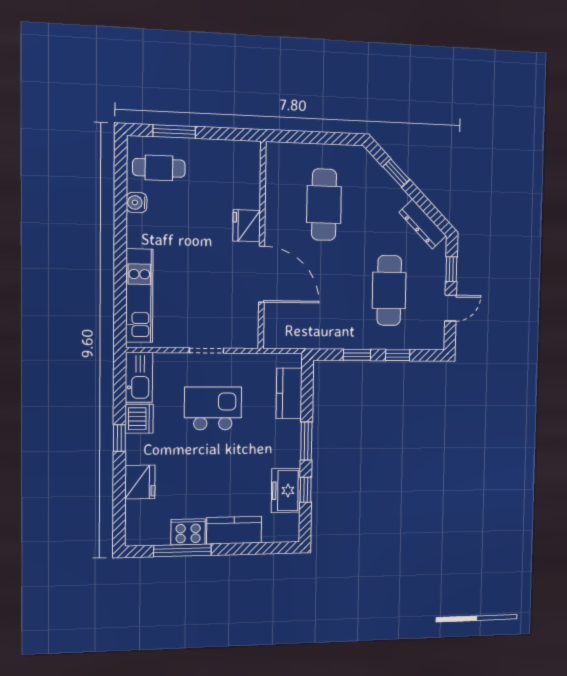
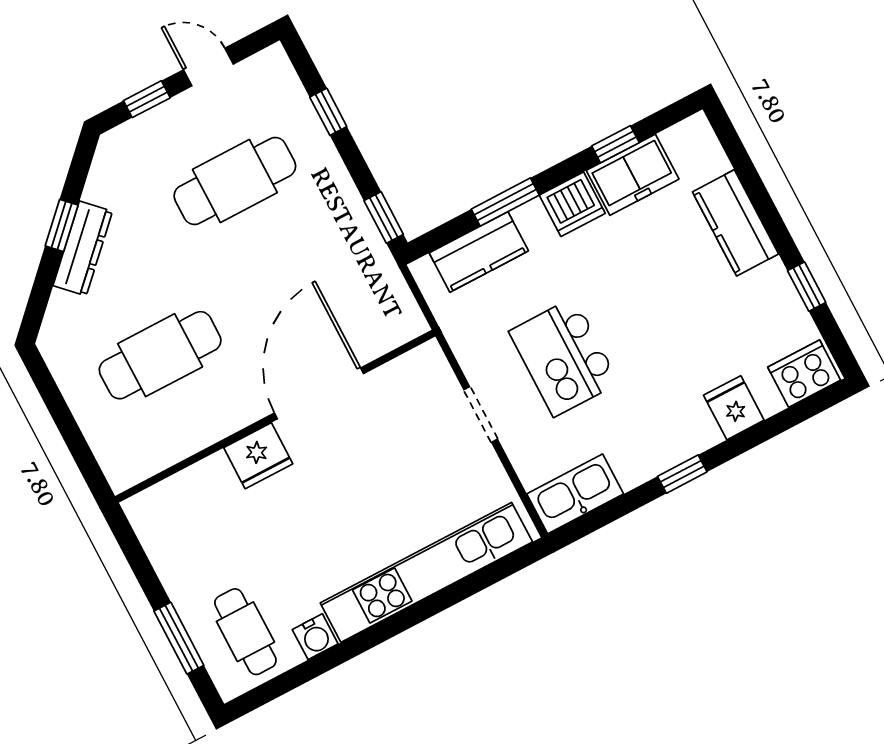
window: (396, 173) -> (62, 225), moved
dresser: (423, 224) -> (83, 248), moved
kitchen unit: (139, 296) -> (426, 572), width x1.36
window: (357, 355) -> (384, 217), moved
dishwasher: (139, 419) -> (572, 204), moved, turned 180
window: (306, 441) -> (505, 202), moved
fridge: (140, 482) -> (734, 408), width x0.72
cooker: (188, 532) -> (804, 374), moved, turned 90
window: (182, 550) -> (807, 287), width x0.46

